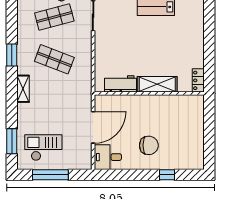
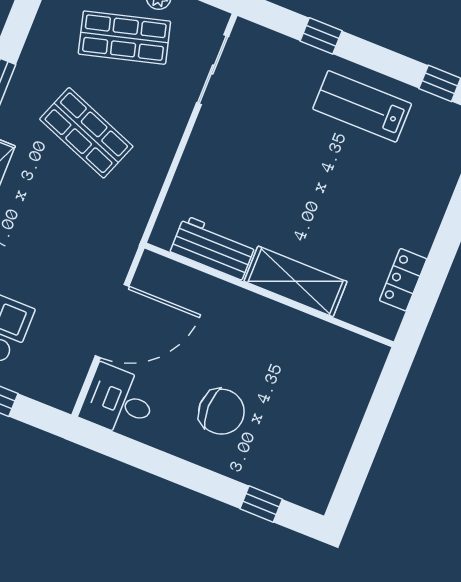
locker: (198, 80) -> (403, 280), moved
window: (167, 175) -> (261, 504), moved

